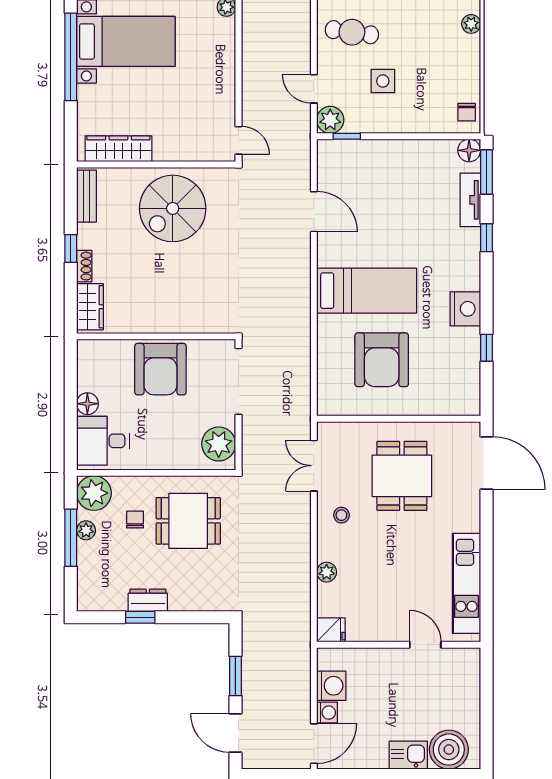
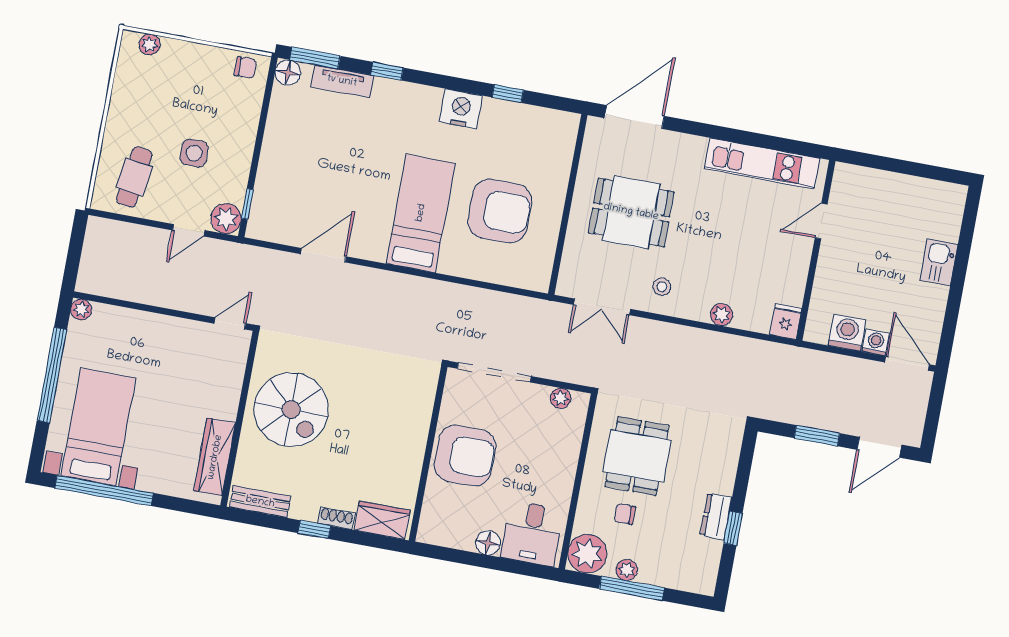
plant: (219, 444) -> (561, 398), width x0.53, depth x0.53
boiler: (449, 750) -> (941, 217), removed

